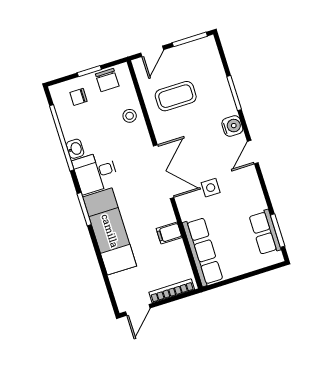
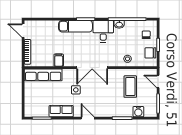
water cooler: (232, 126) -> (138, 112), moved
exam couch: (110, 231) -> (76, 26), width x0.73, depth x0.69
row of seats: (265, 232) -> (61, 111), moved

